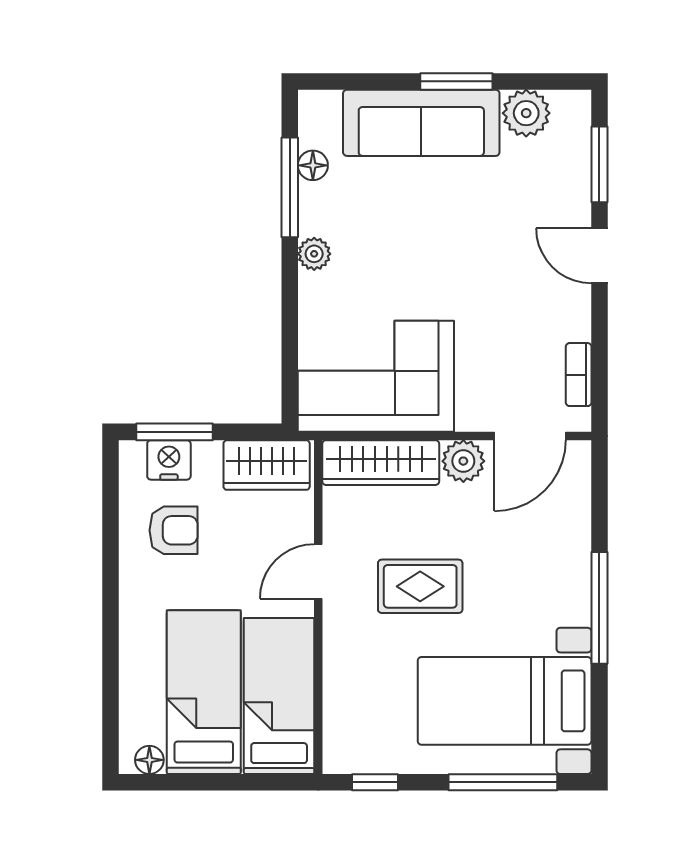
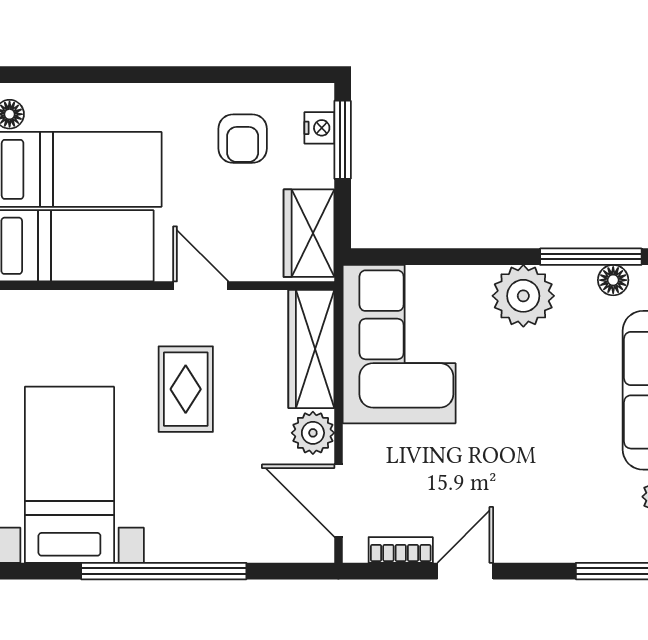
plant: (314, 254) -> (523, 296), width x1.88, depth x1.88
door: (599, 256) -> (465, 571), moved
nightstand: (169, 460) -> (319, 128), width x0.72, depth x0.74
window: (599, 608) -> (164, 571), width x1.46

